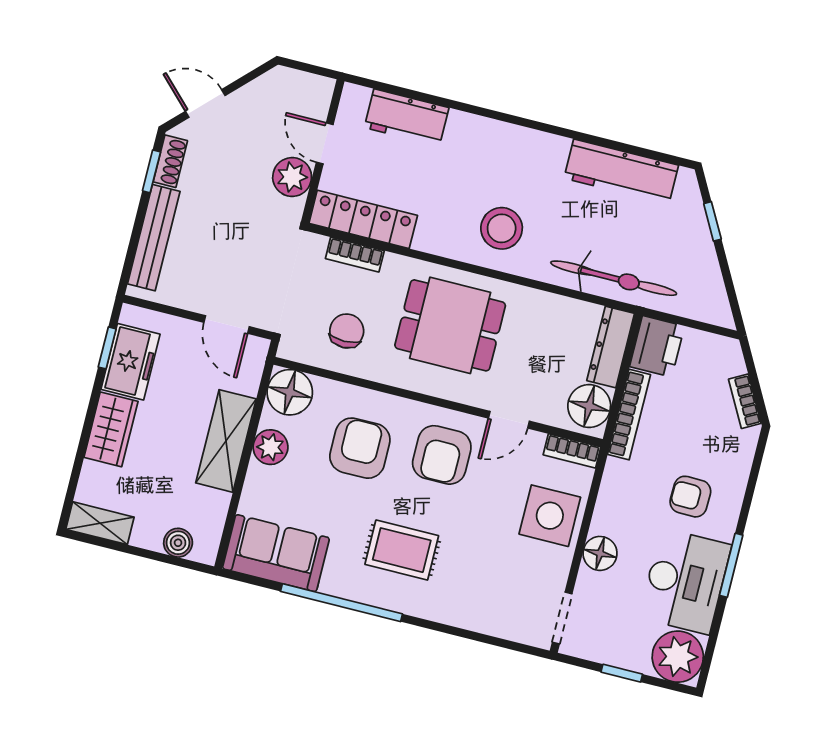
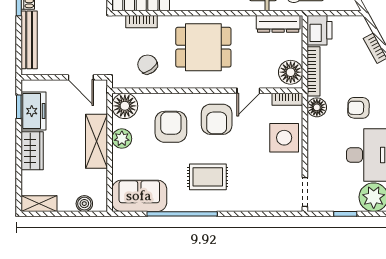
chair: (347, 331) -> (148, 64), turned -36
dresser: (611, 347) -> (278, 24), moved, turned -90
floor lamp: (600, 553) -> (317, 107), moved

